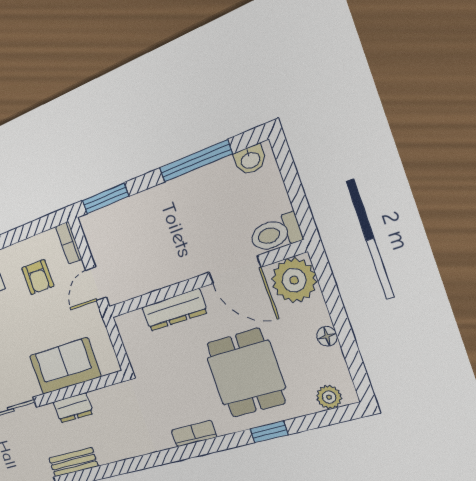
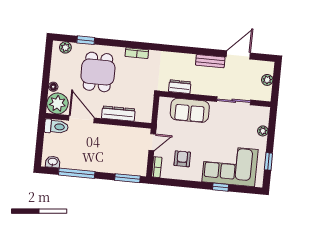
floor lamp: (327, 336) -> (53, 87), moved
dresser: (73, 408) -> (180, 87), moved
window: (269, 432) -> (86, 40), moved

